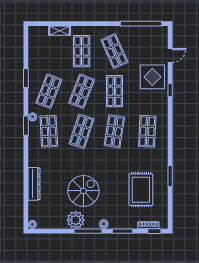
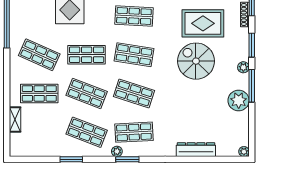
shop shelf: (114, 51) -> (39, 55), turned 48
spiral stairs: (83, 191) -> (196, 61), moved

